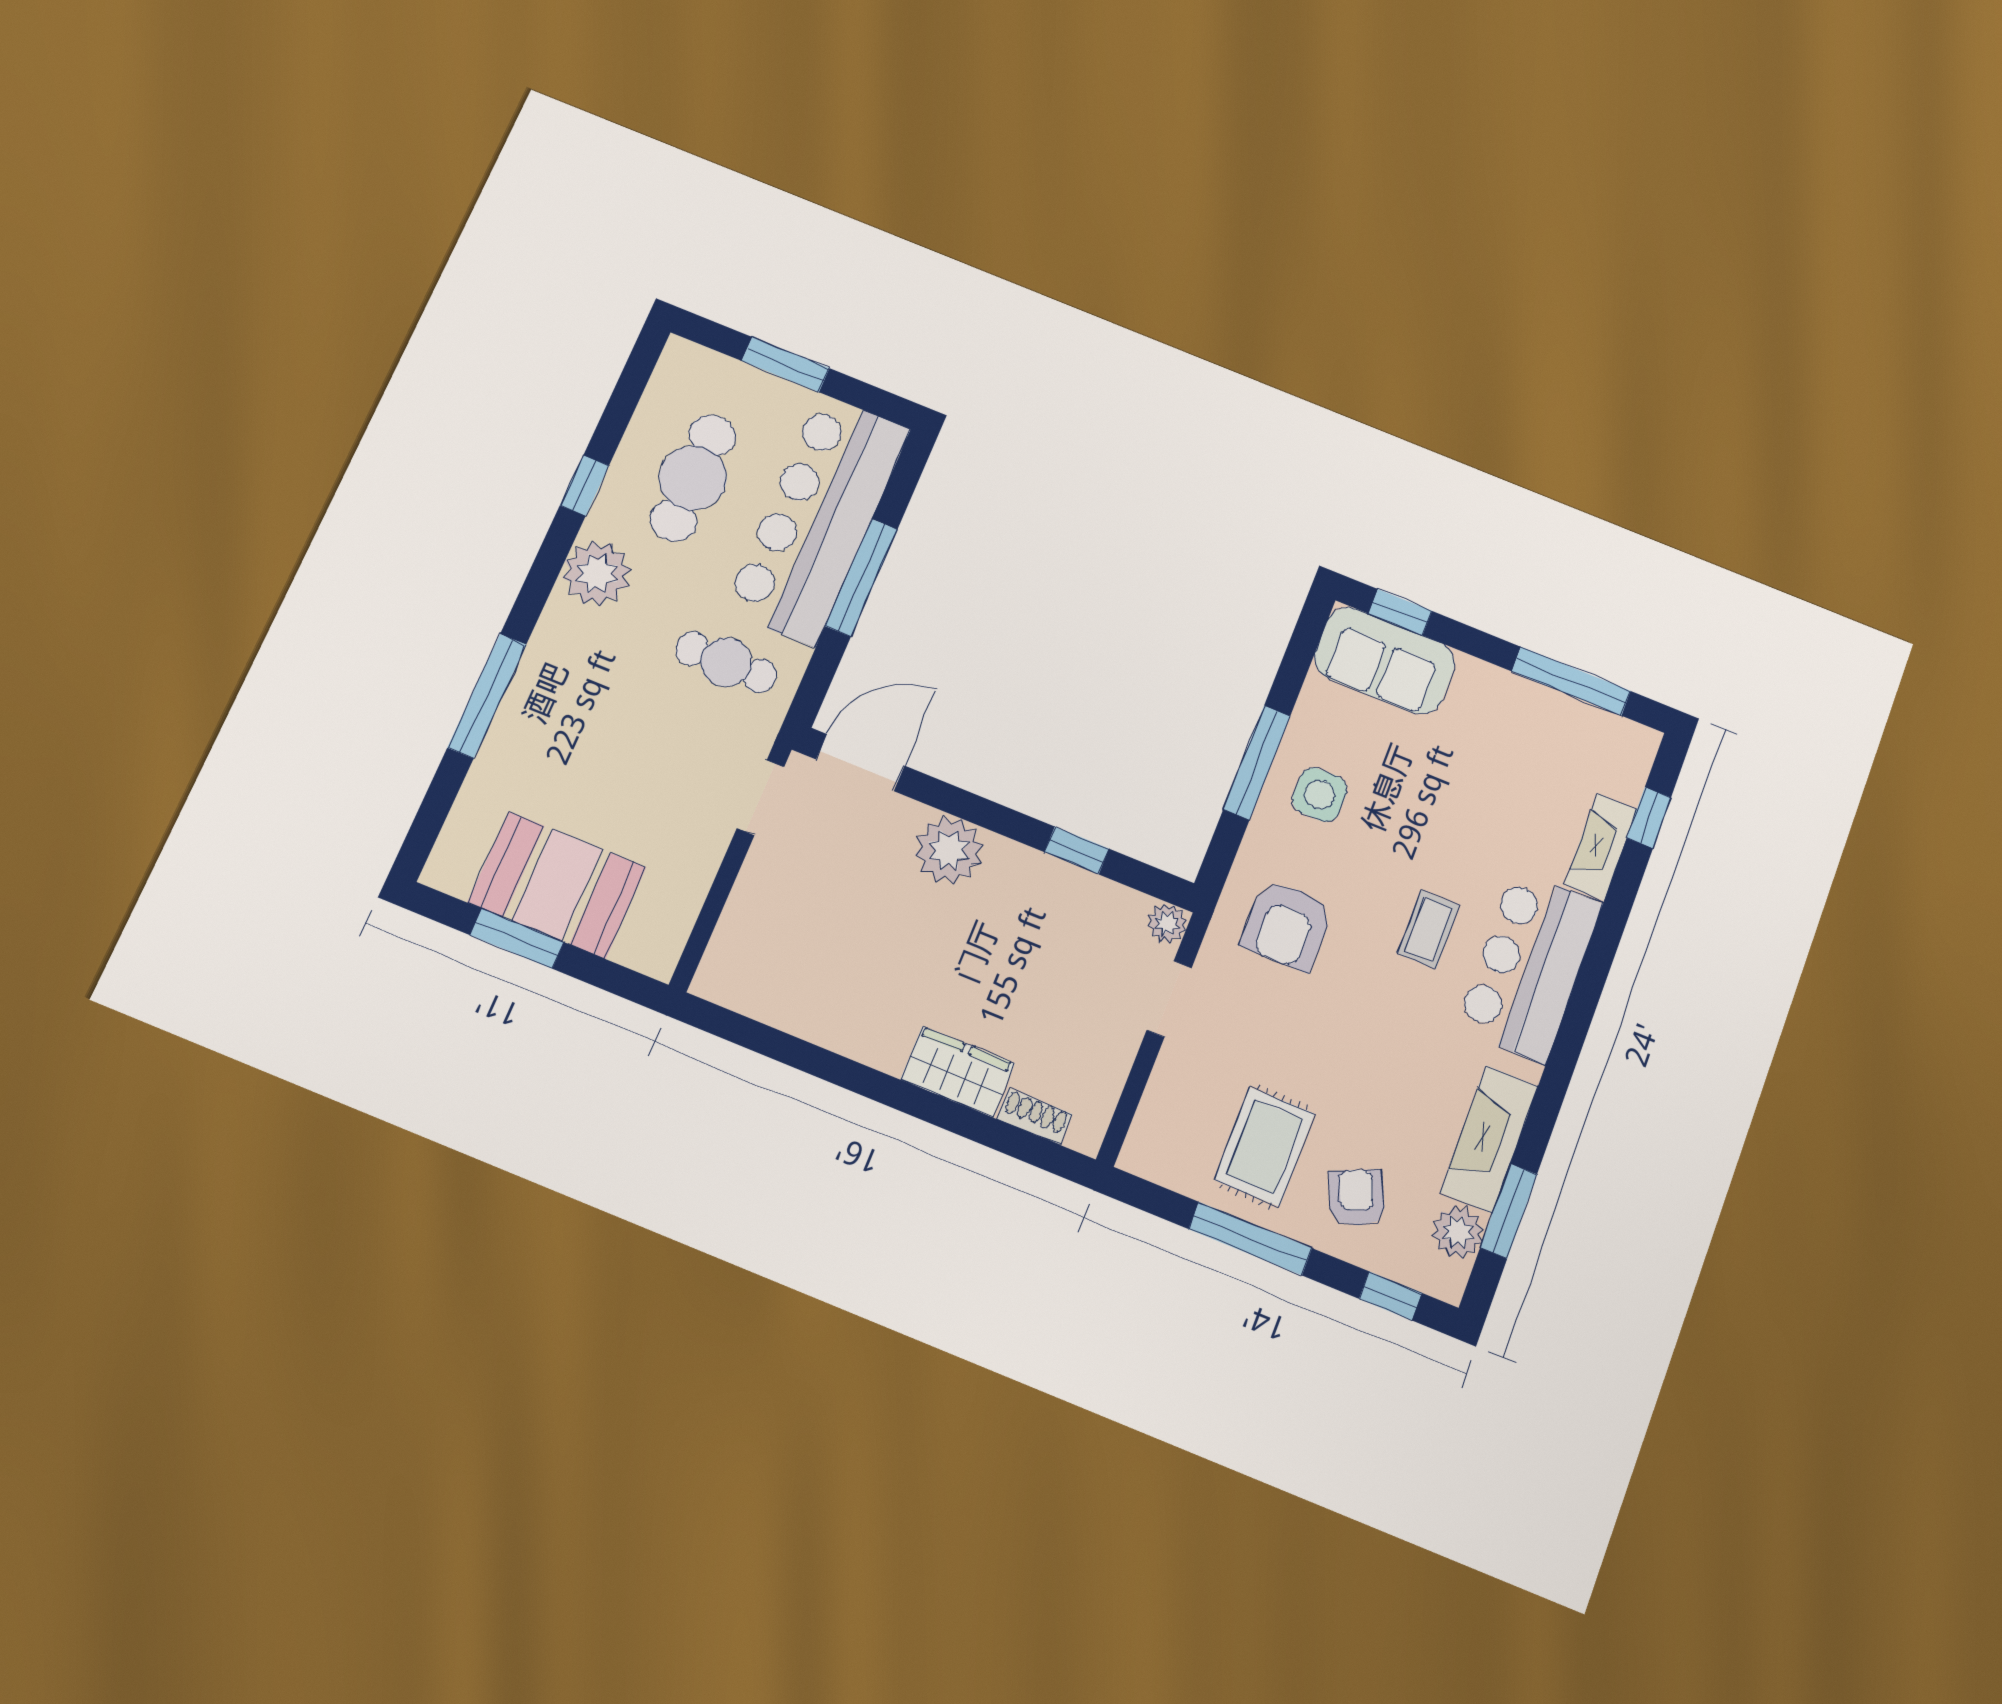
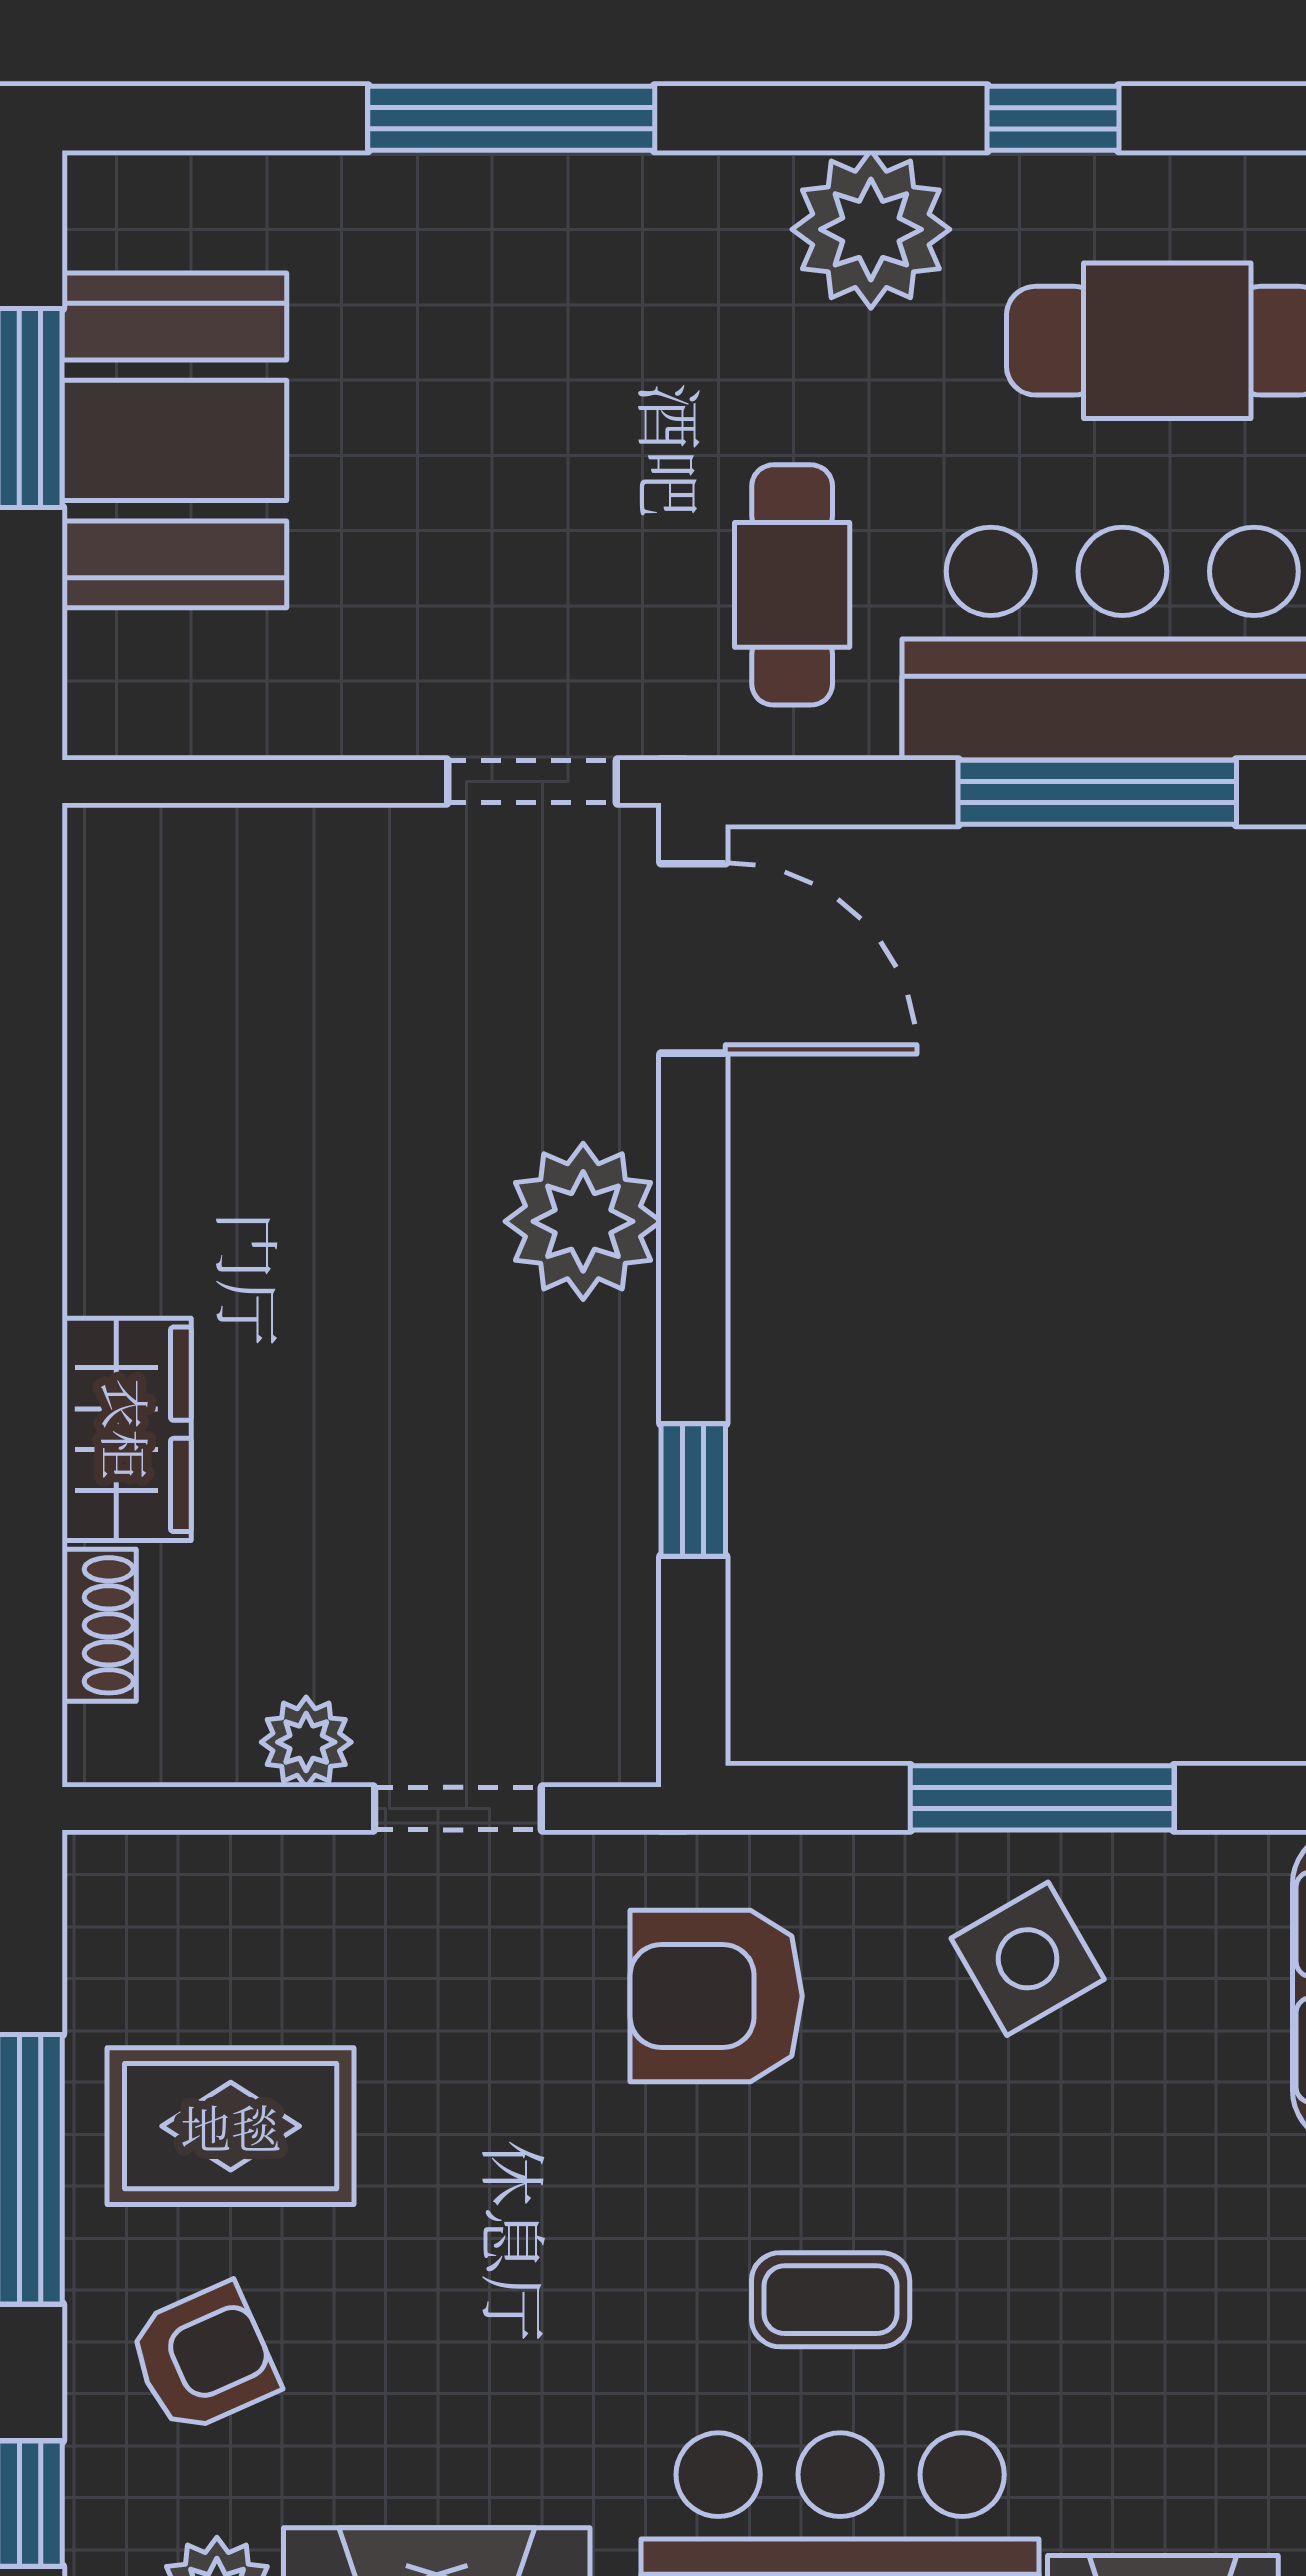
side table: (1320, 795) -> (1028, 1959), turned -30
plant: (1167, 923) -> (306, 1742), moved

